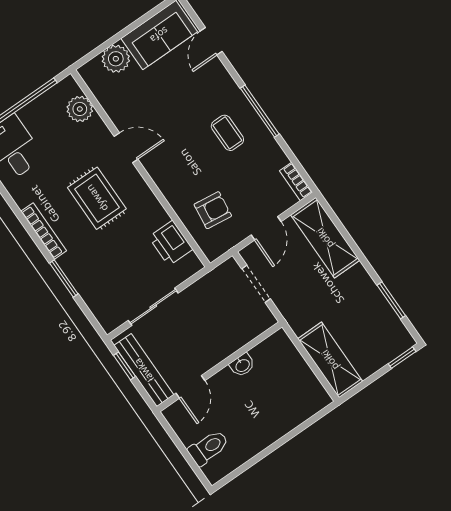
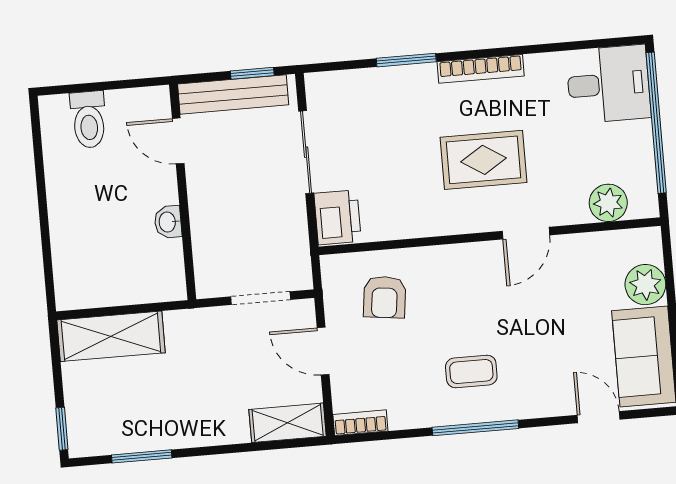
shelving: (325, 238) -> (288, 423), width x0.67, depth x0.75
printer: (171, 243) -> (338, 217), moved, turned 90

